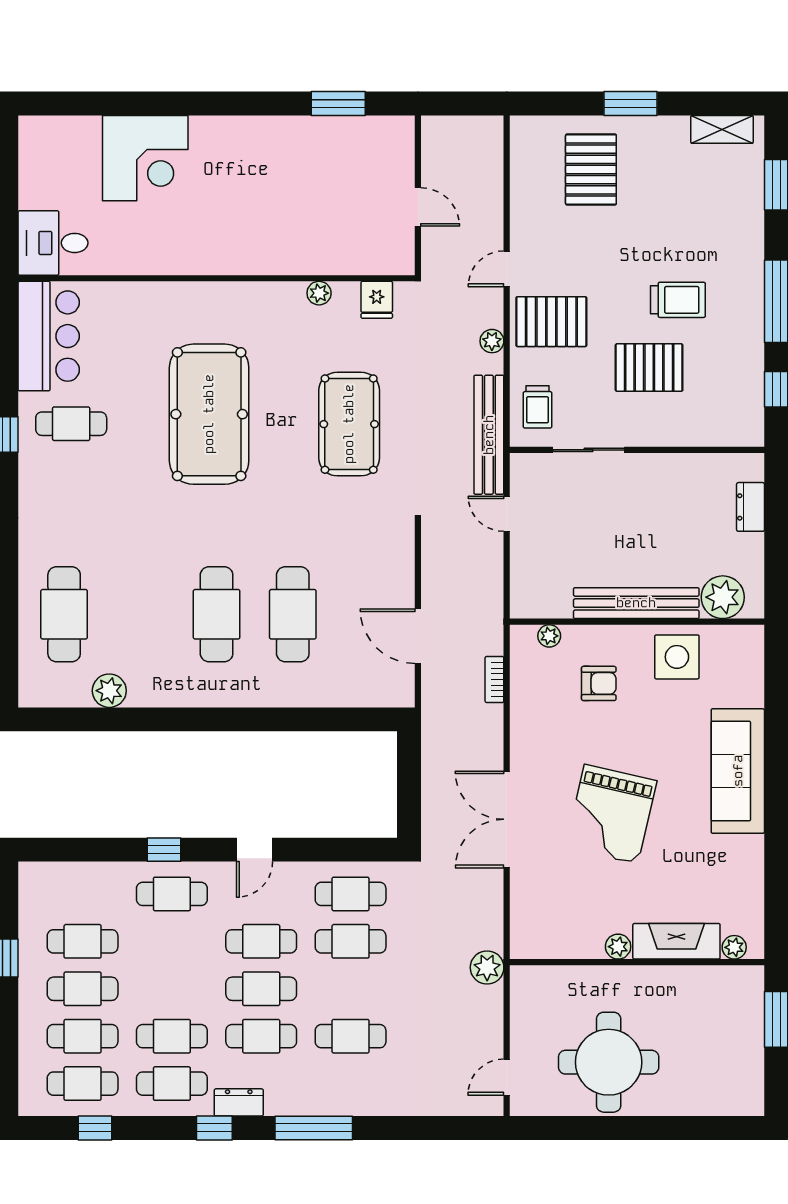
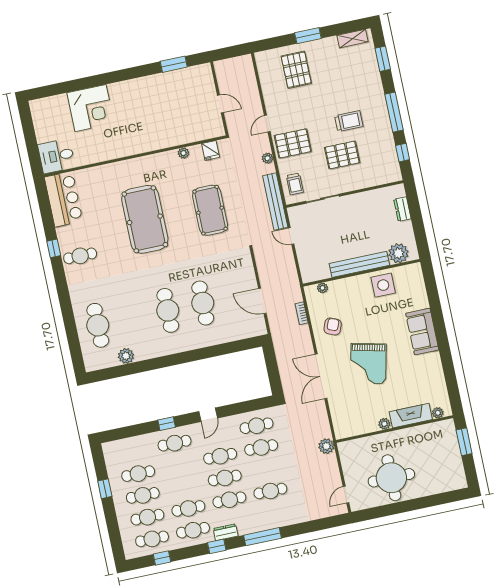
cafe table: (71, 424) -> (80, 256), moved
armchair: (599, 683) -> (333, 327), moved, turned -68
sofa: (738, 771) -> (422, 332), width x0.73

